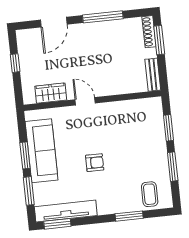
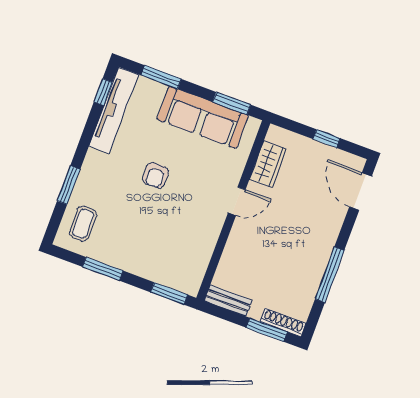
door: (54, 22) -> (361, 192), moved
window: (169, 128) -> (169, 293), moved
window: (25, 155) -> (232, 103), moved
coffee table: (150, 194) -> (83, 224), turned 90
window: (57, 224) -> (103, 92), width x0.67

